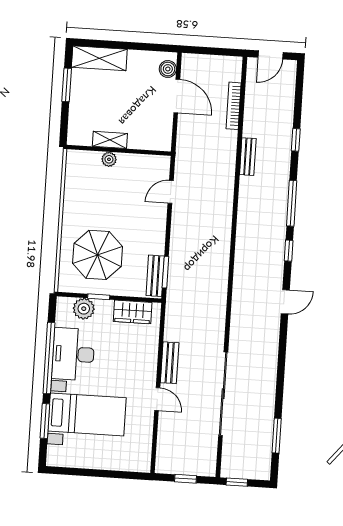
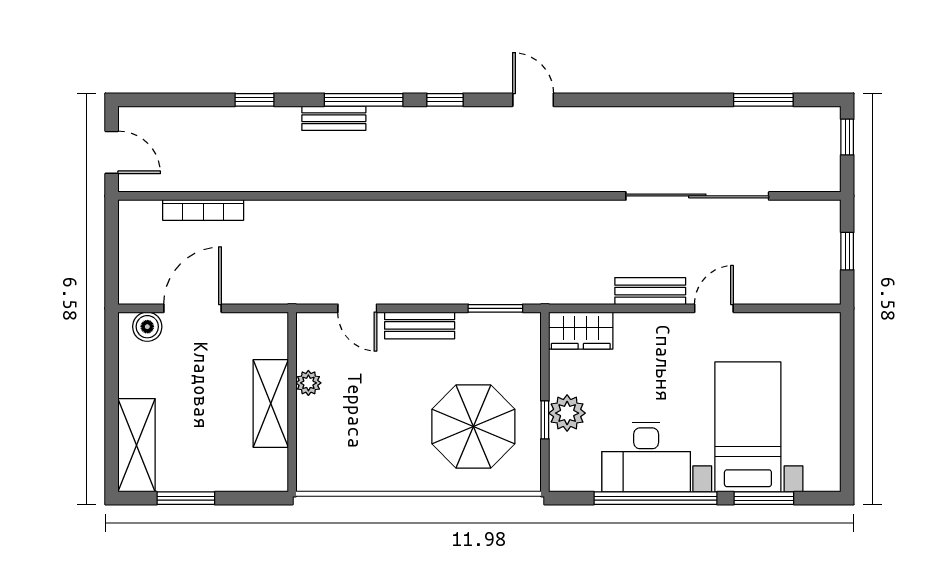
shelving: (110, 140) -> (271, 403), width x1.50, depth x1.33
bench: (248, 157) -> (334, 118), moved
plant: (109, 159) -> (308, 383), moved
bench: (155, 276) -> (420, 325), moved
plant: (84, 309) -> (567, 413), moved
wardrobe: (133, 312) -> (581, 331), moved, turned 90
window: (237, 482) -> (847, 137), moved

